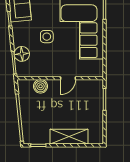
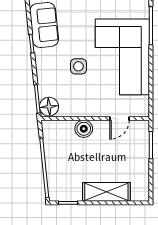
floor lamp: (22, 54) -> (49, 107), moved
door: (68, 78) -> (120, 119), moved
boiler: (41, 86) -> (84, 129), moved

